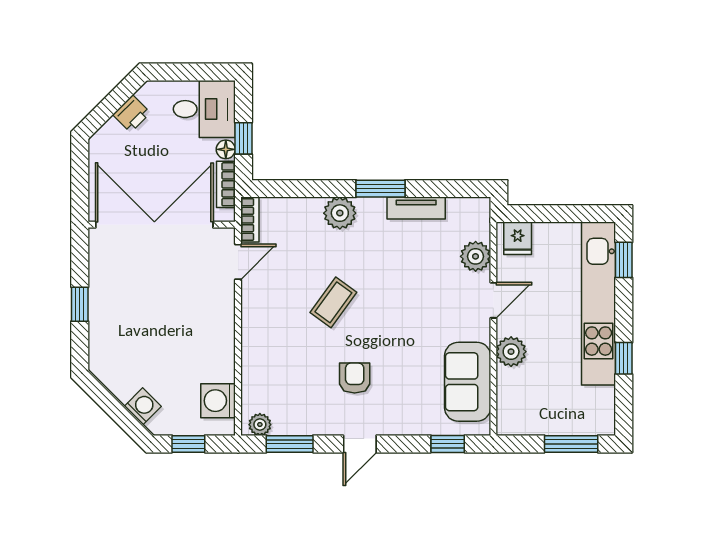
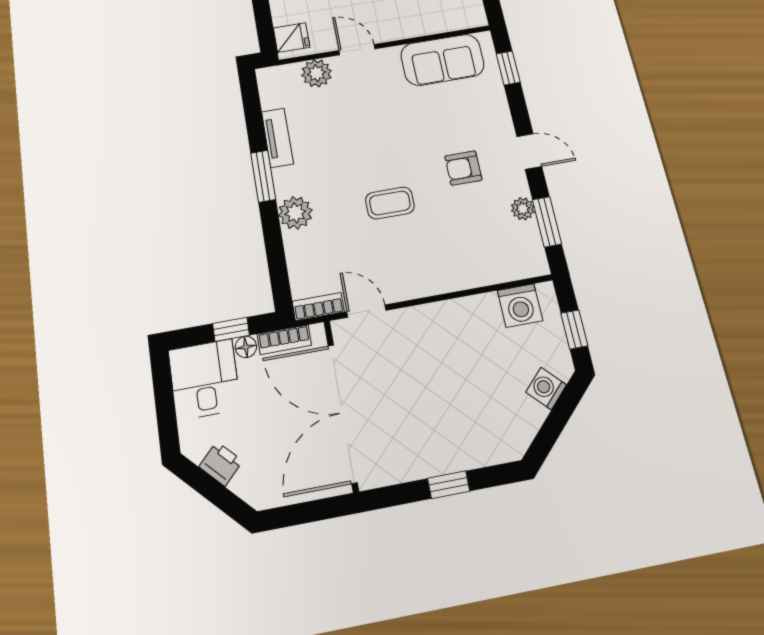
coffee table: (333, 302) -> (390, 203), turned -36
plant: (511, 352) -> (404, 25), removed
plant: (260, 425) -> (523, 209), moved

